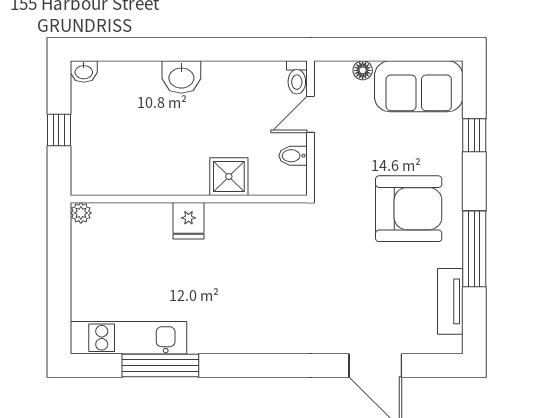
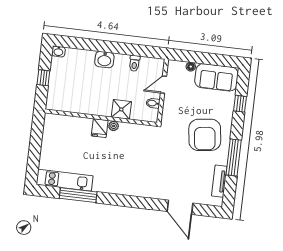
toilet: (297, 77) -> (134, 63), moved
armchair: (409, 209) -> (205, 135), turned 83
plant: (81, 213) -> (114, 126), moved

